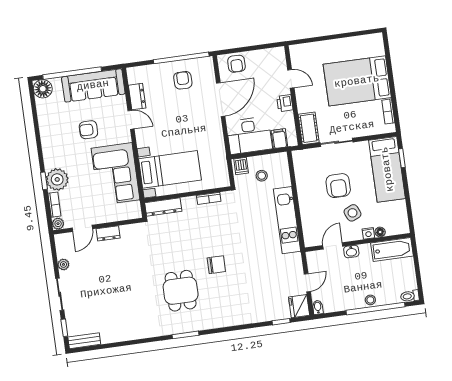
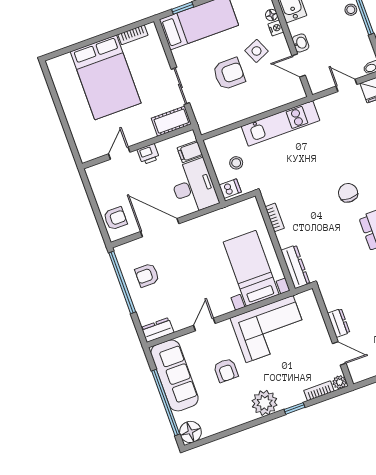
dresser: (137, 97) -> (158, 330), moved
plant: (57, 179) -> (265, 403), moved

